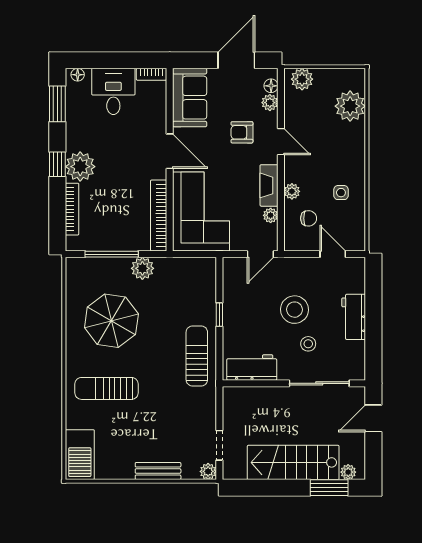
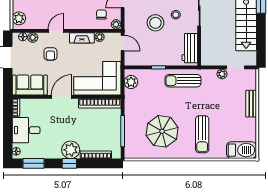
plant: (292, 191) -> (116, 24), moved
plant: (142, 268) -> (131, 82), moved
plant: (208, 471) -> (222, 74), moved

